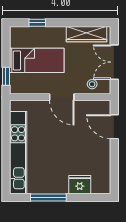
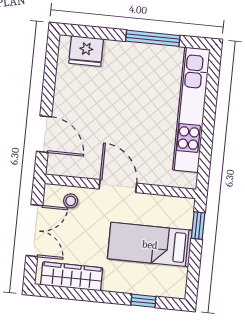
fridge: (80, 185) -> (86, 51), moved

